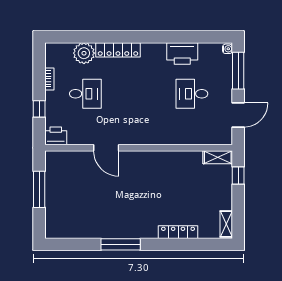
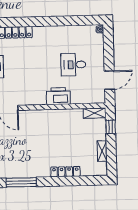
printer: (182, 54) -> (58, 96), moved, turned 180
window: (238, 71) -> (108, 46), removed
shelving: (226, 224) -> (102, 151), moved

